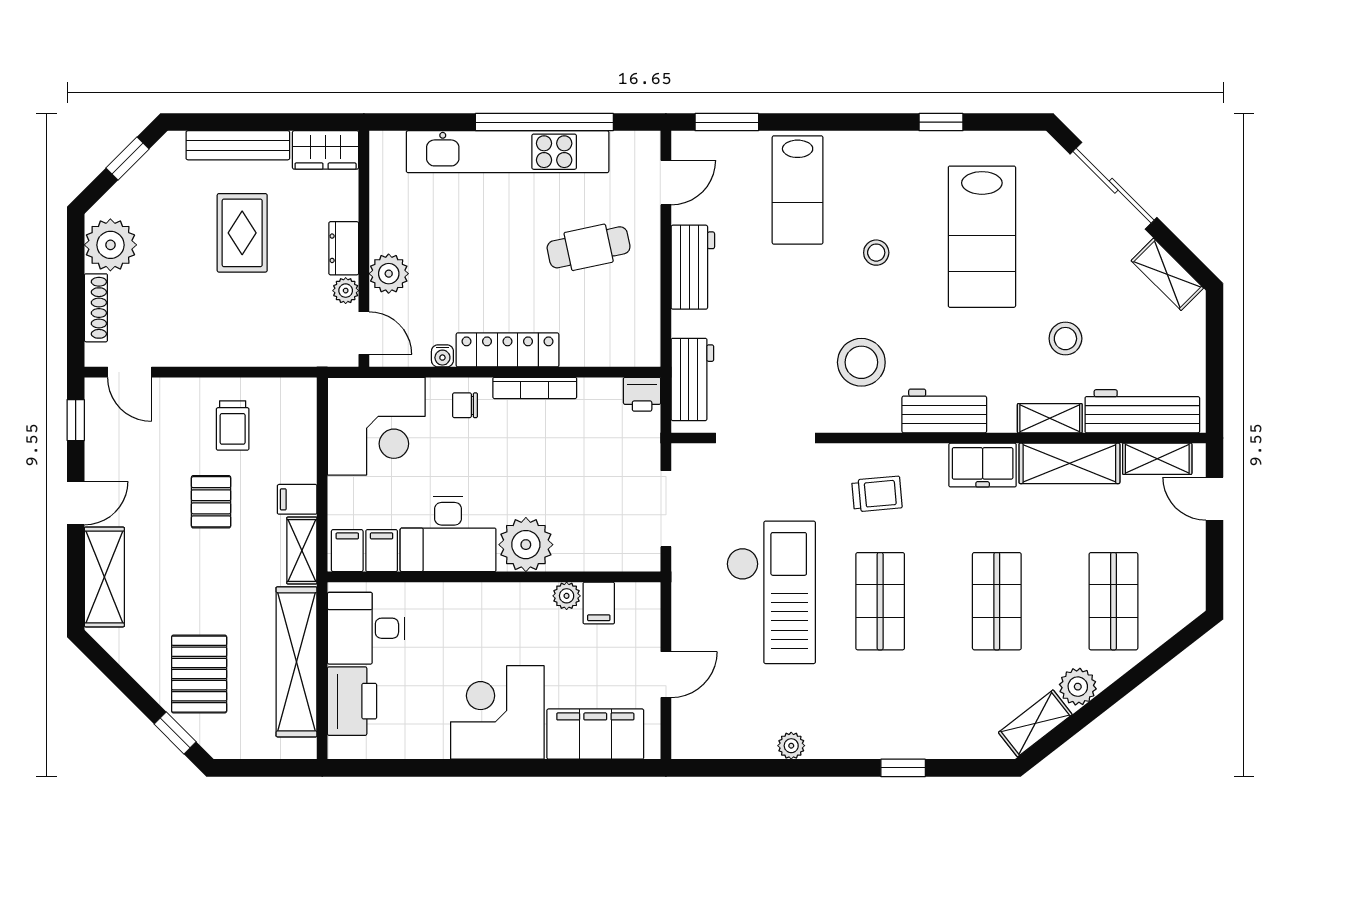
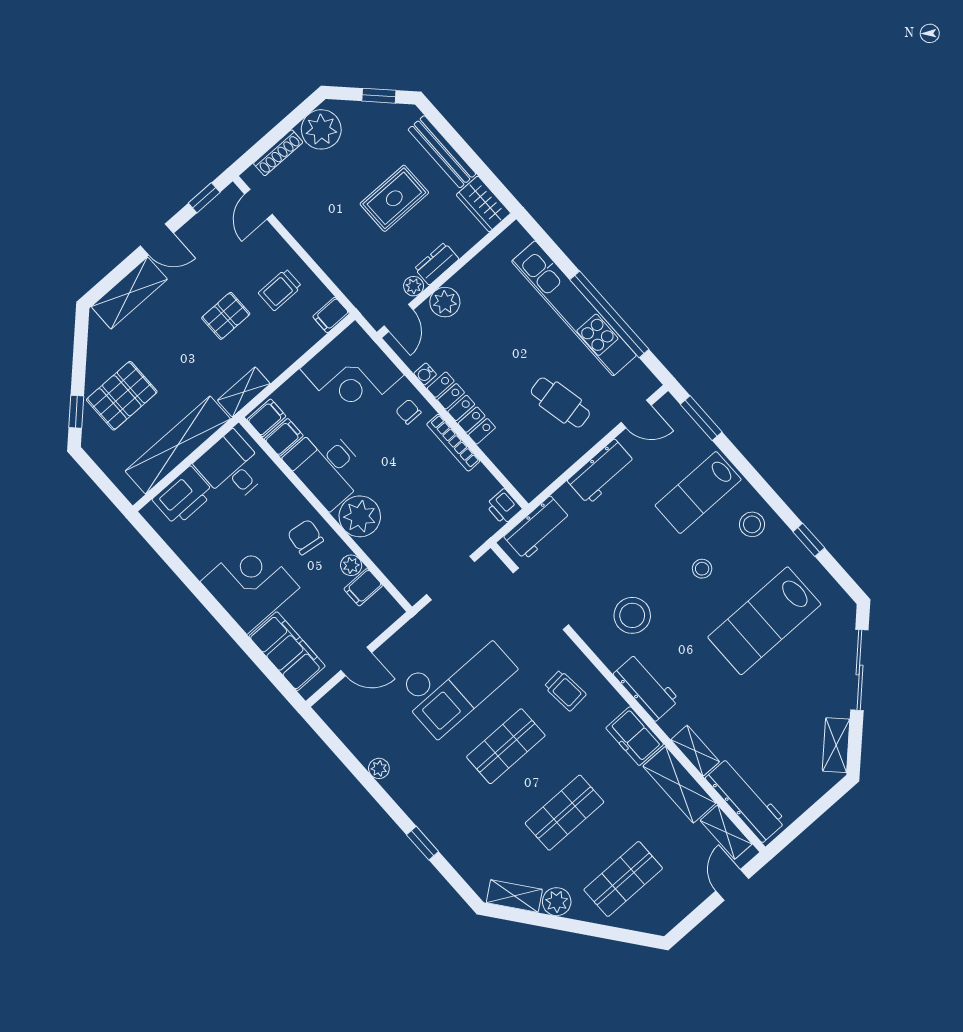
stool: (1065, 339) -> (752, 524), moved
filing cabinet: (297, 499) -> (331, 315), moved, turned -90
chair: (499, 616) -> (305, 537), added

